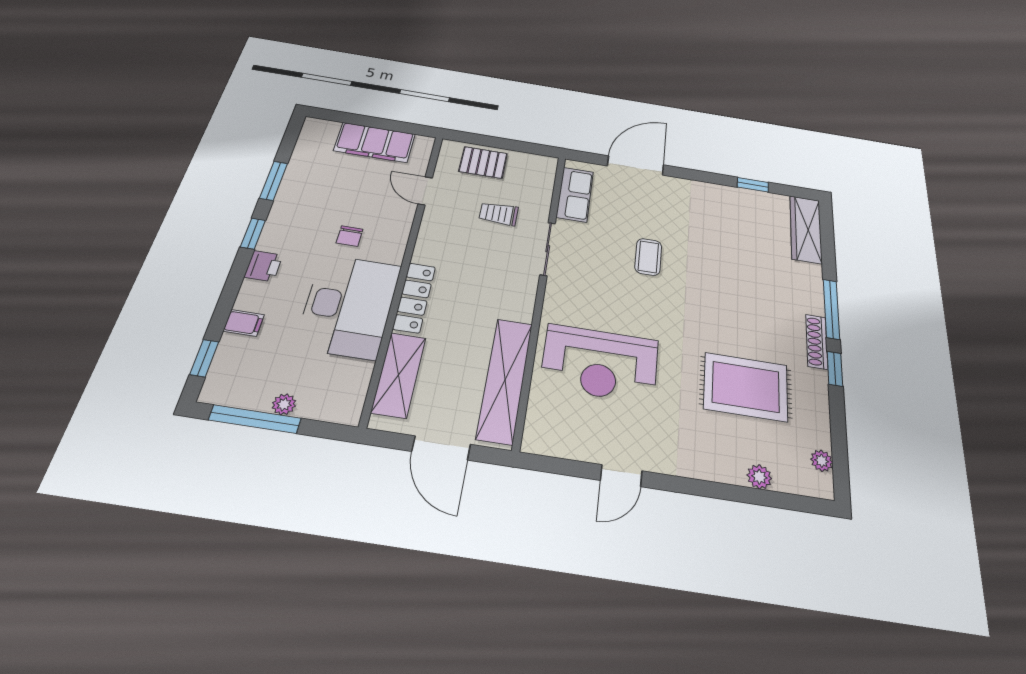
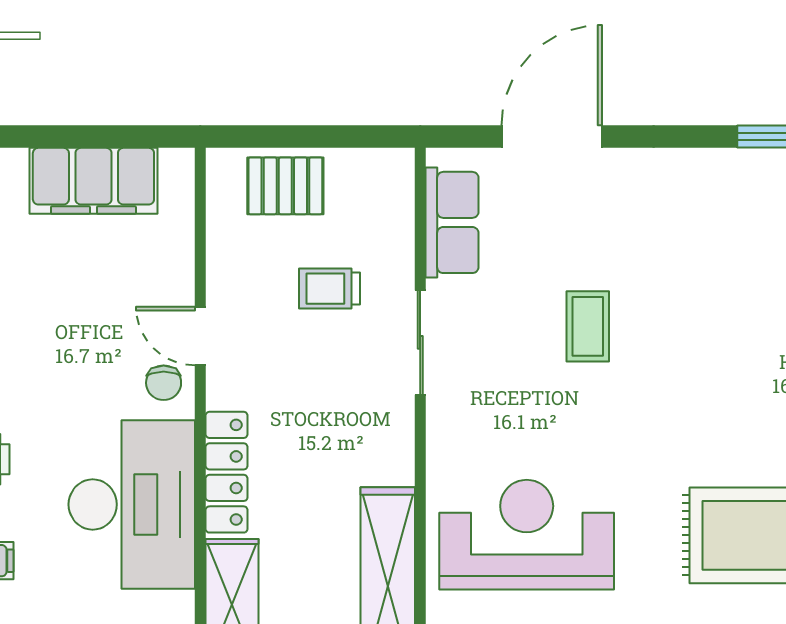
door: (425, 191) -> (200, 336), moved
chair: (350, 236) -> (164, 383), moved
reception desk: (600, 363) -> (527, 535), turned 180

